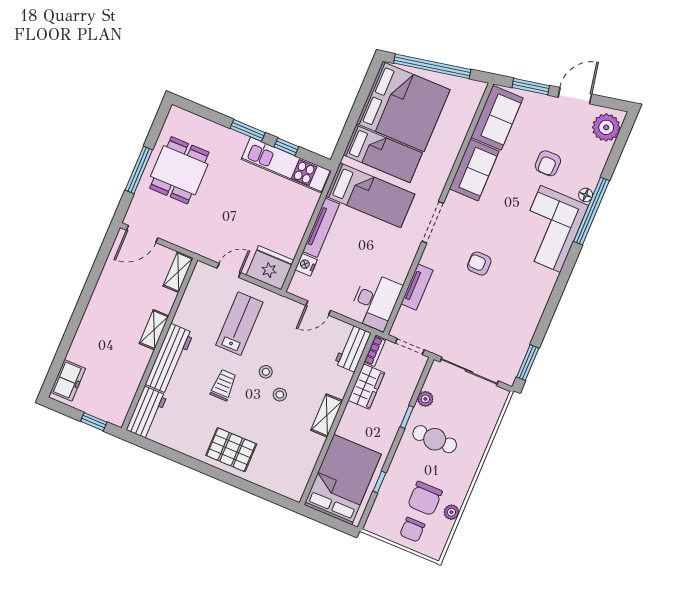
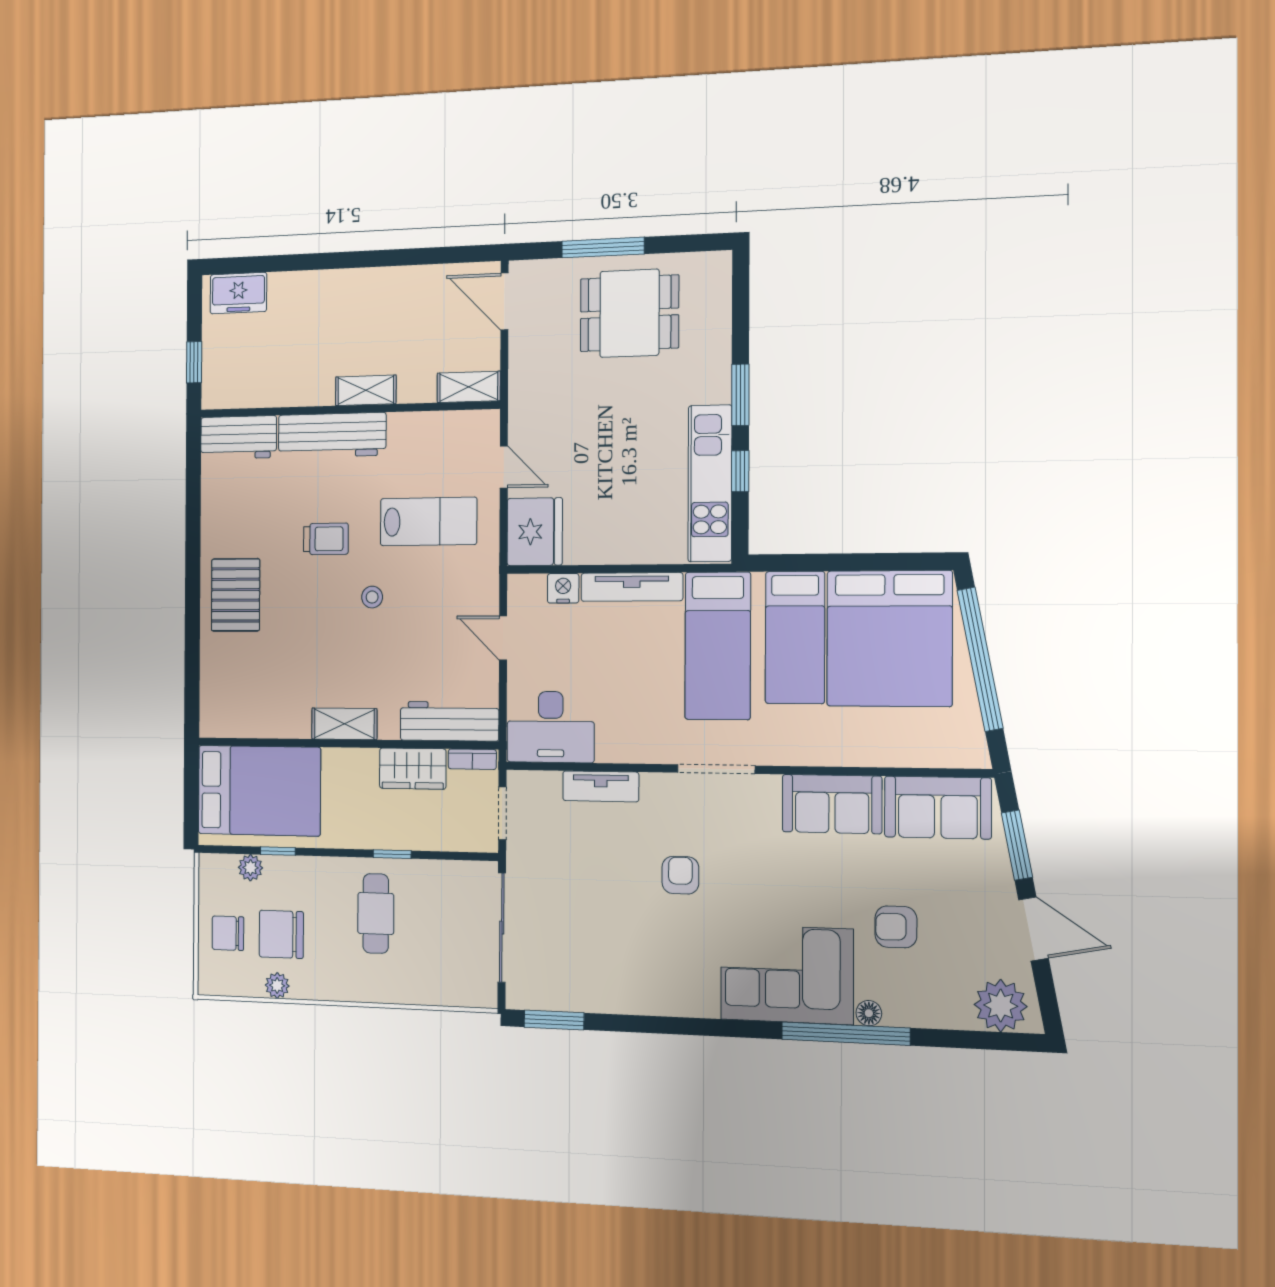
workbench: (353, 348) -> (449, 721), width x1.38
stool: (280, 395) -> (346, 635), removed
plant: (425, 399) -> (250, 868), moved

